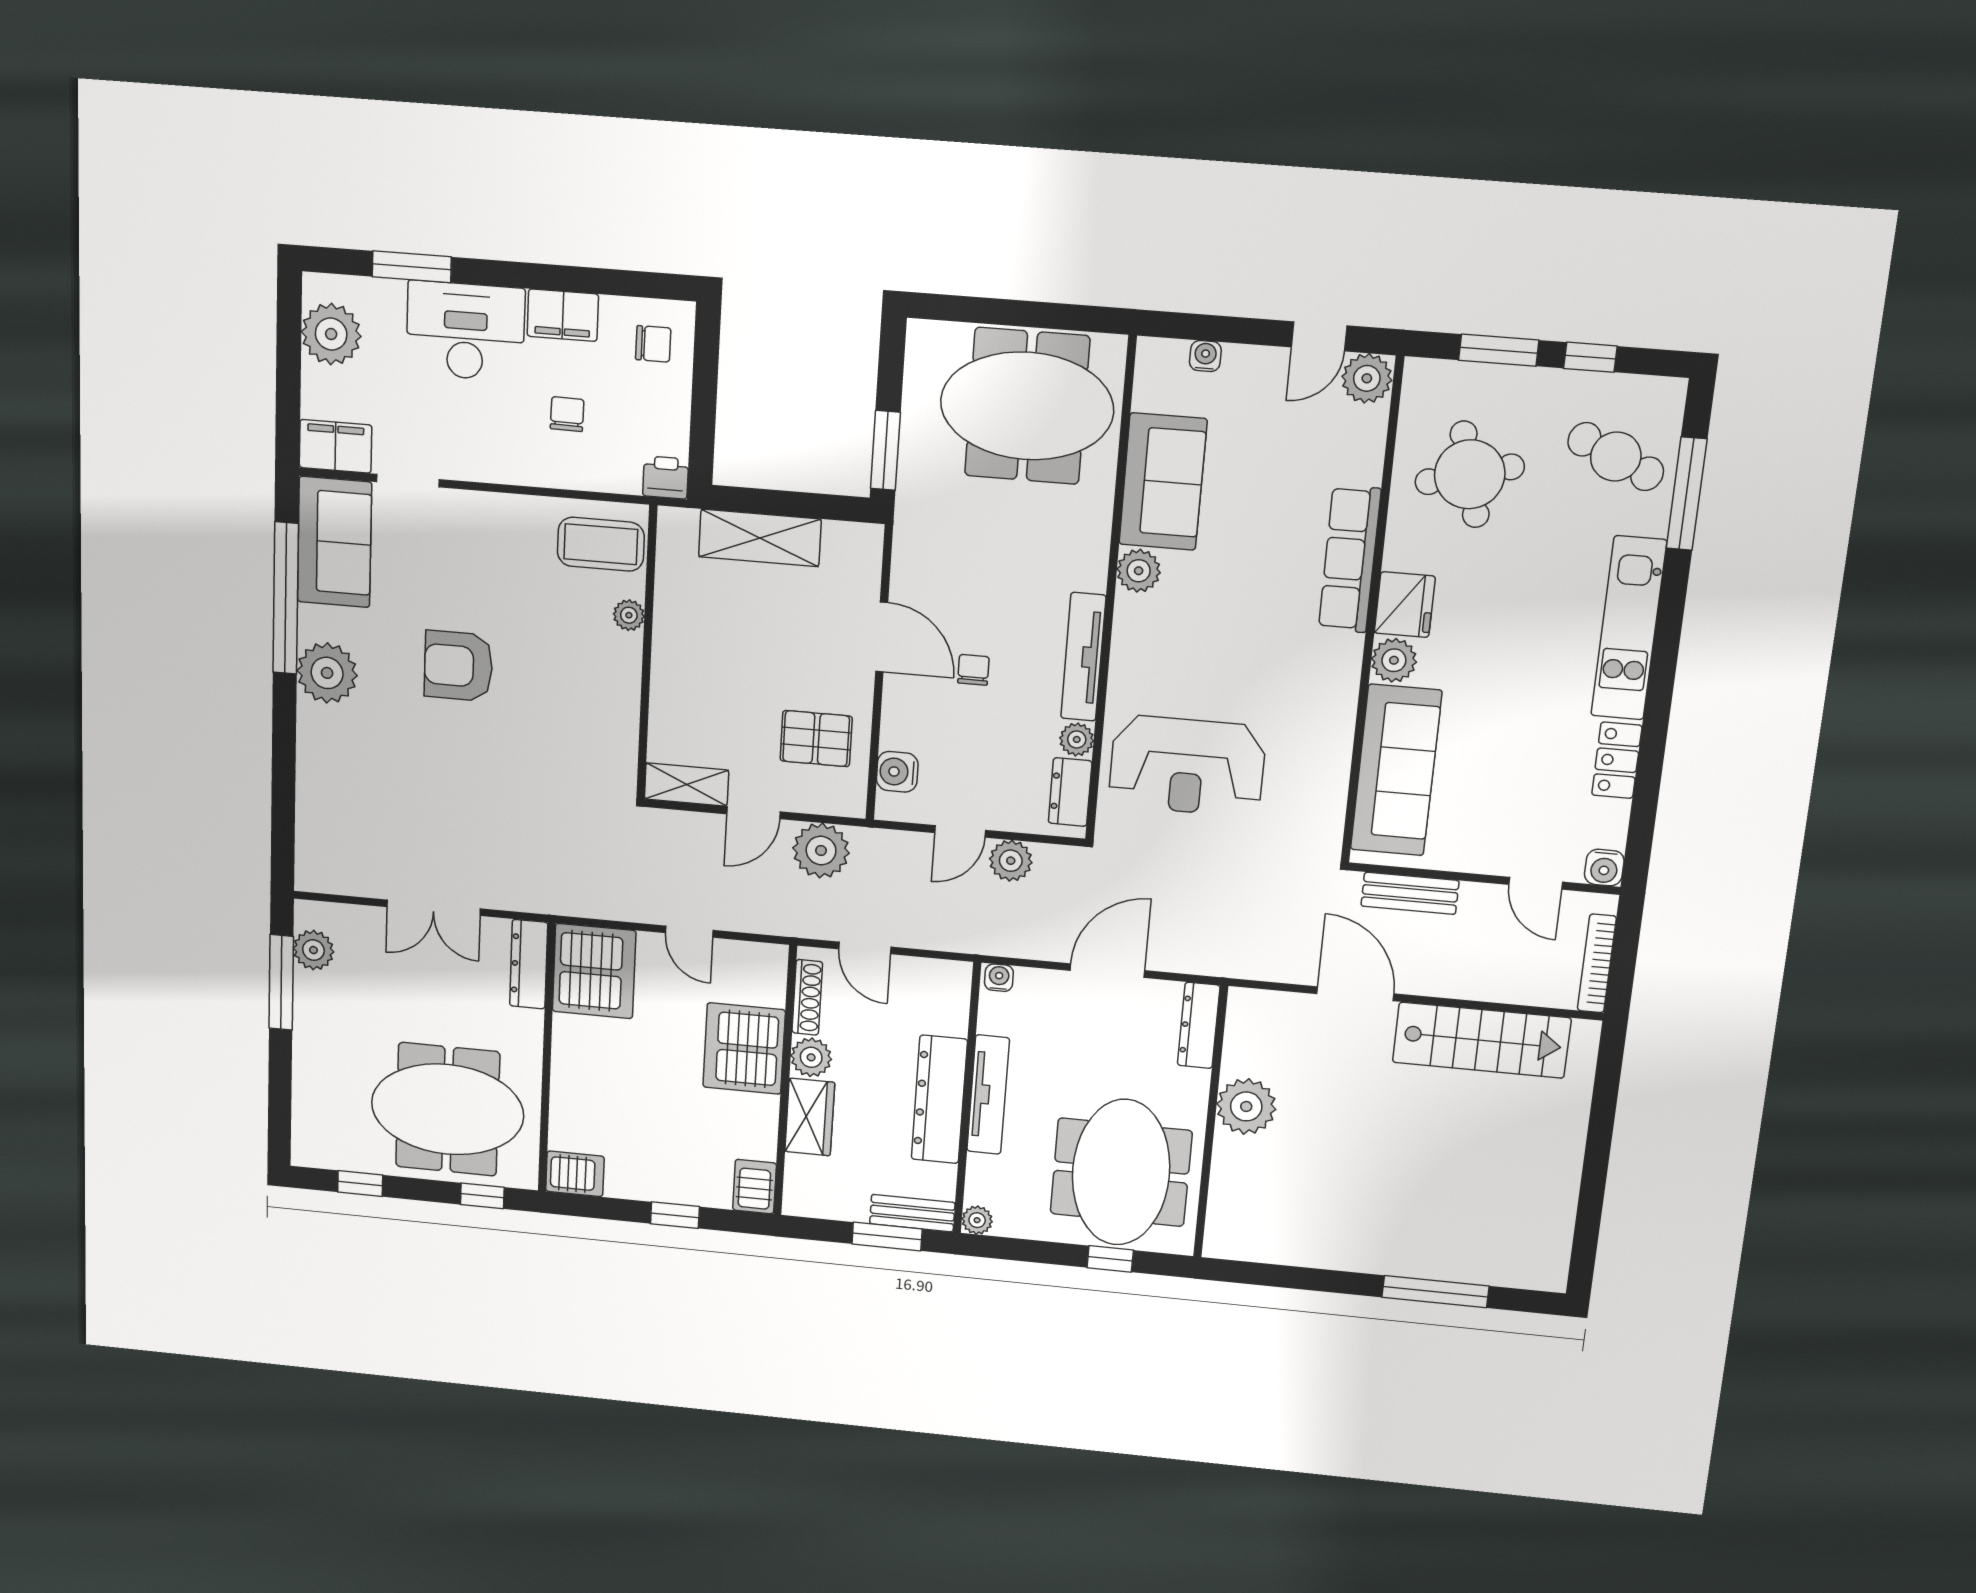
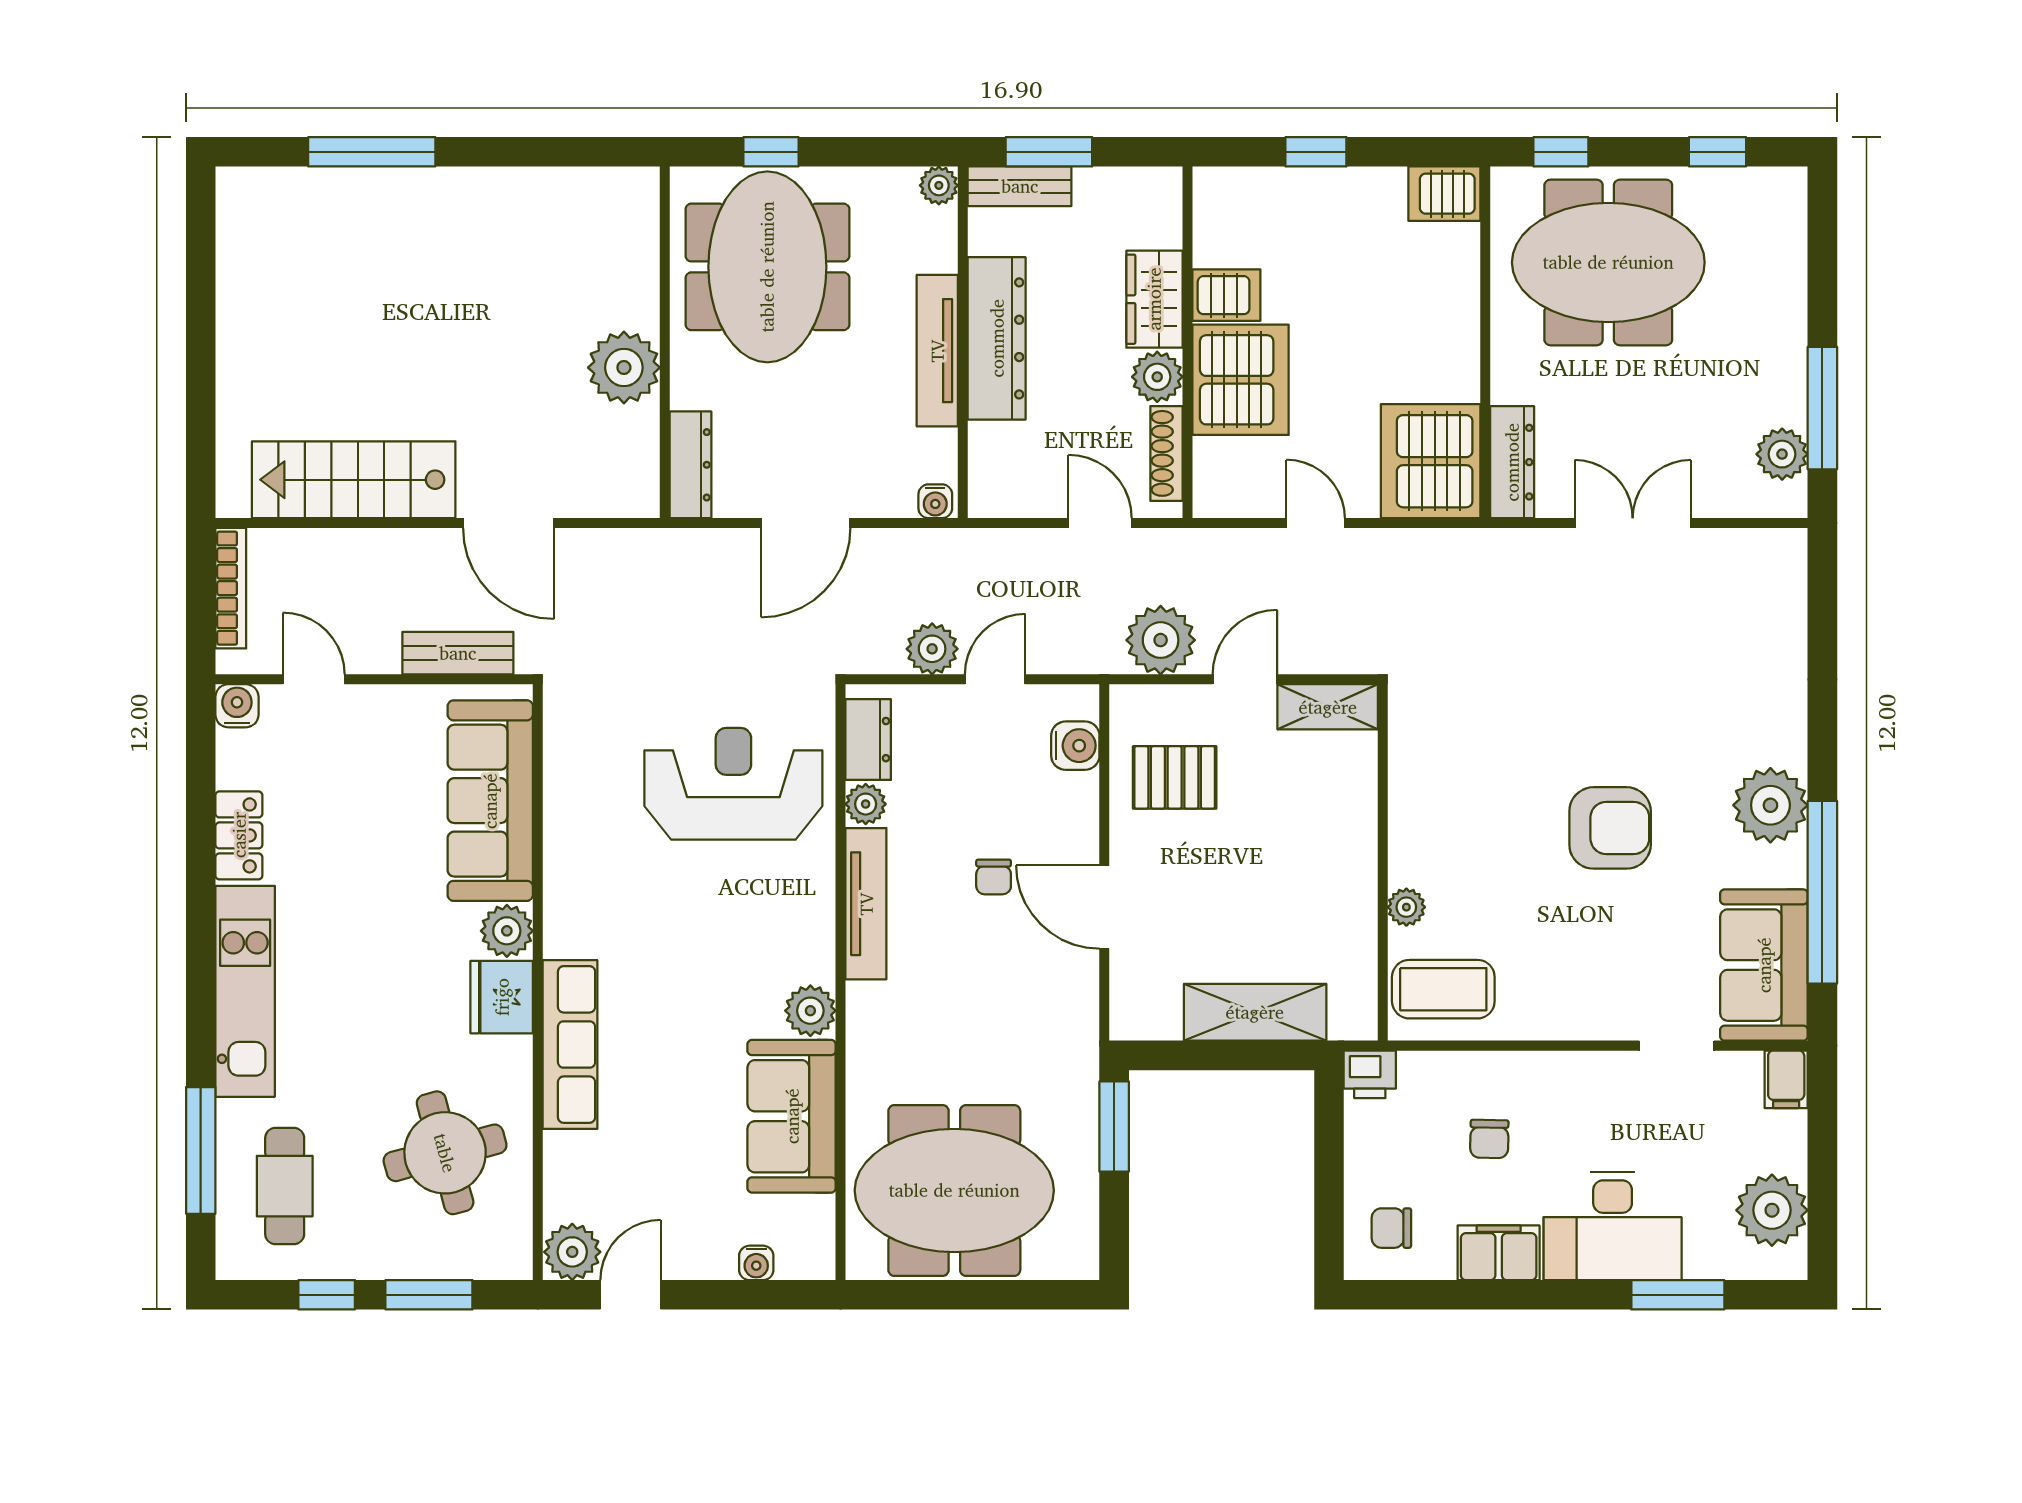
filing cabinet: (335, 446) -> (1786, 1079), width x0.50
cafe table: (1616, 457) -> (285, 1186), turned 66
server rack: (755, 1187) -> (1226, 295), moved, turned -90

